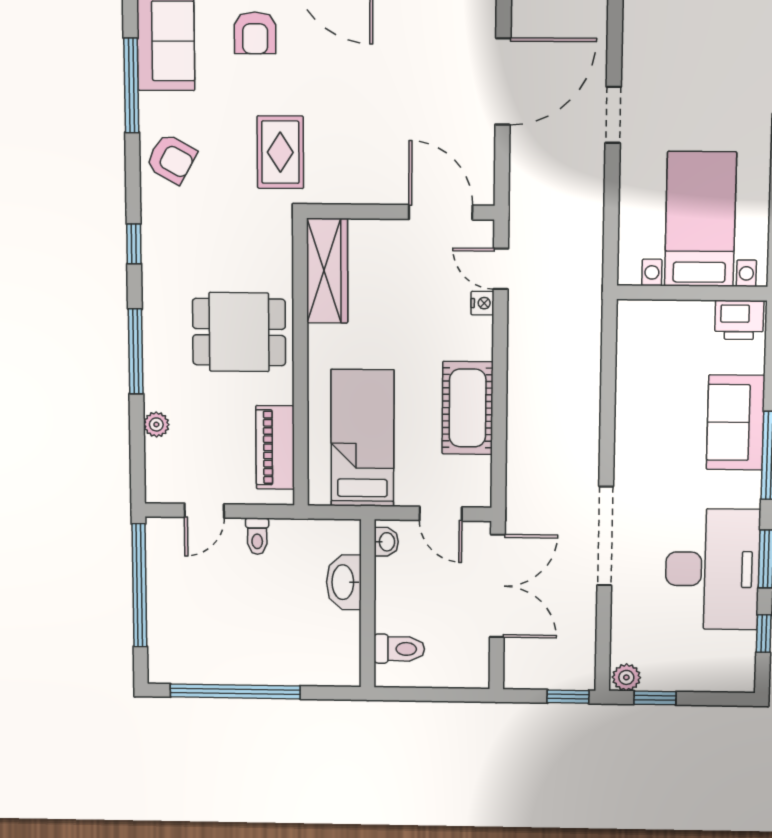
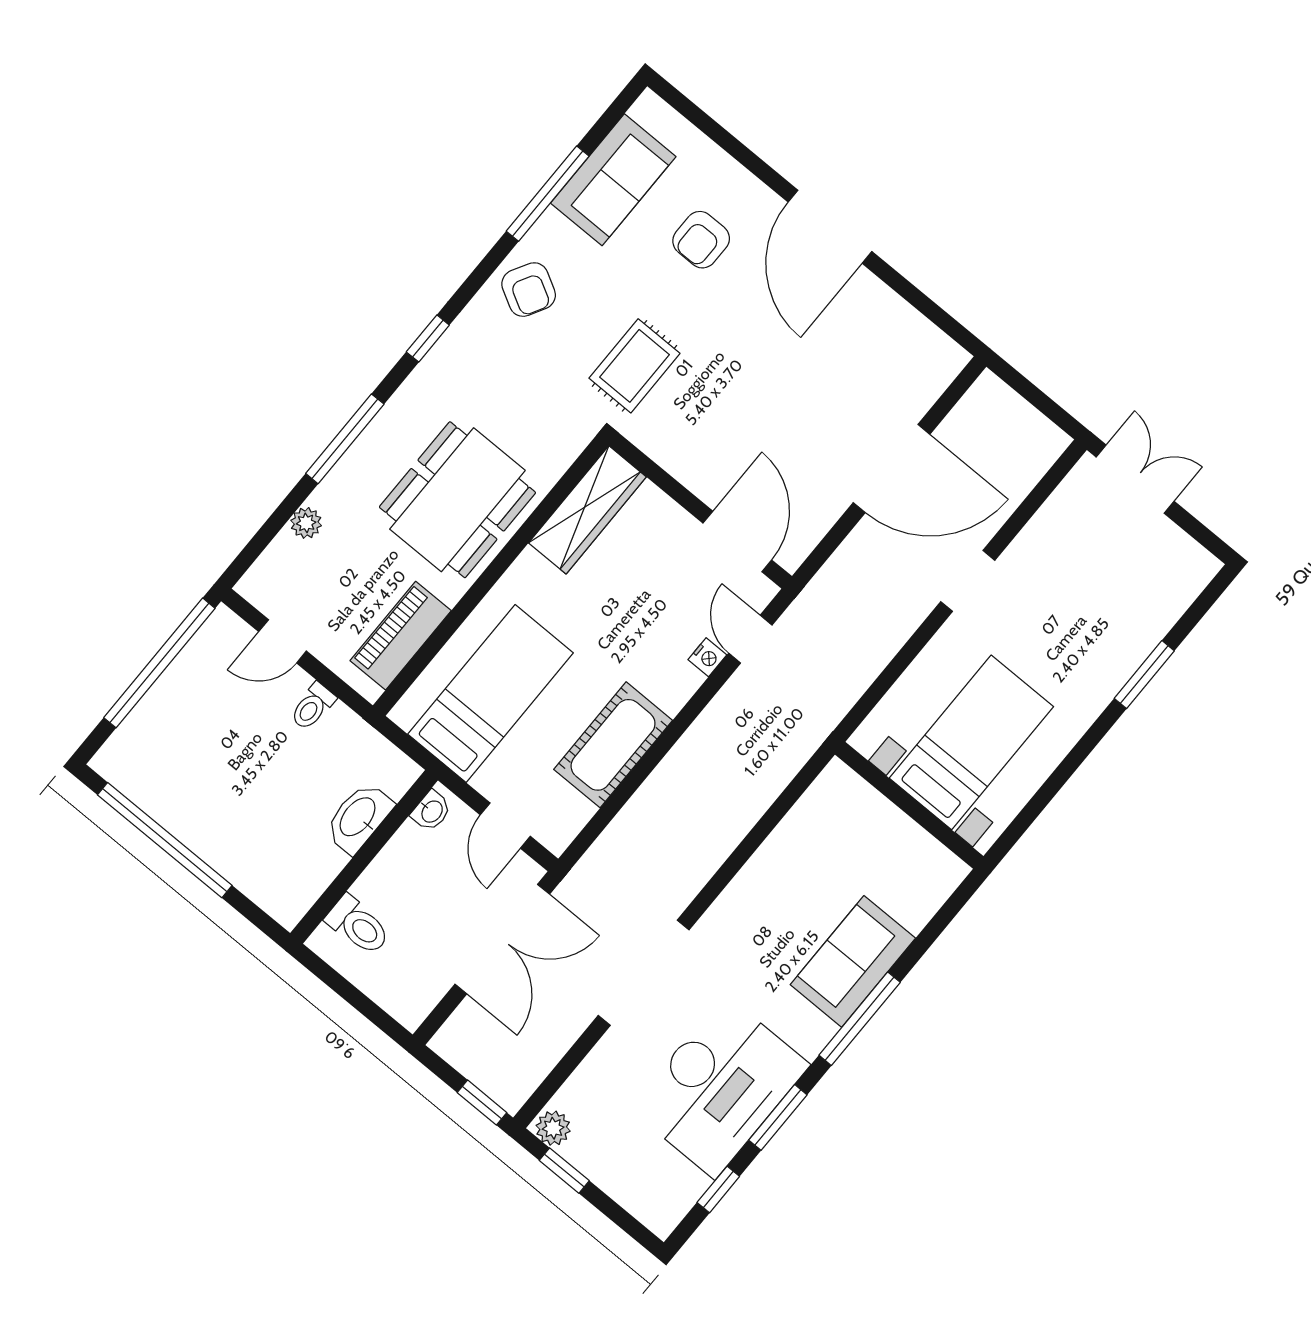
printer: (739, 320) -> (933, 866), removed
dining table: (239, 332) -> (457, 500), width x1.37

